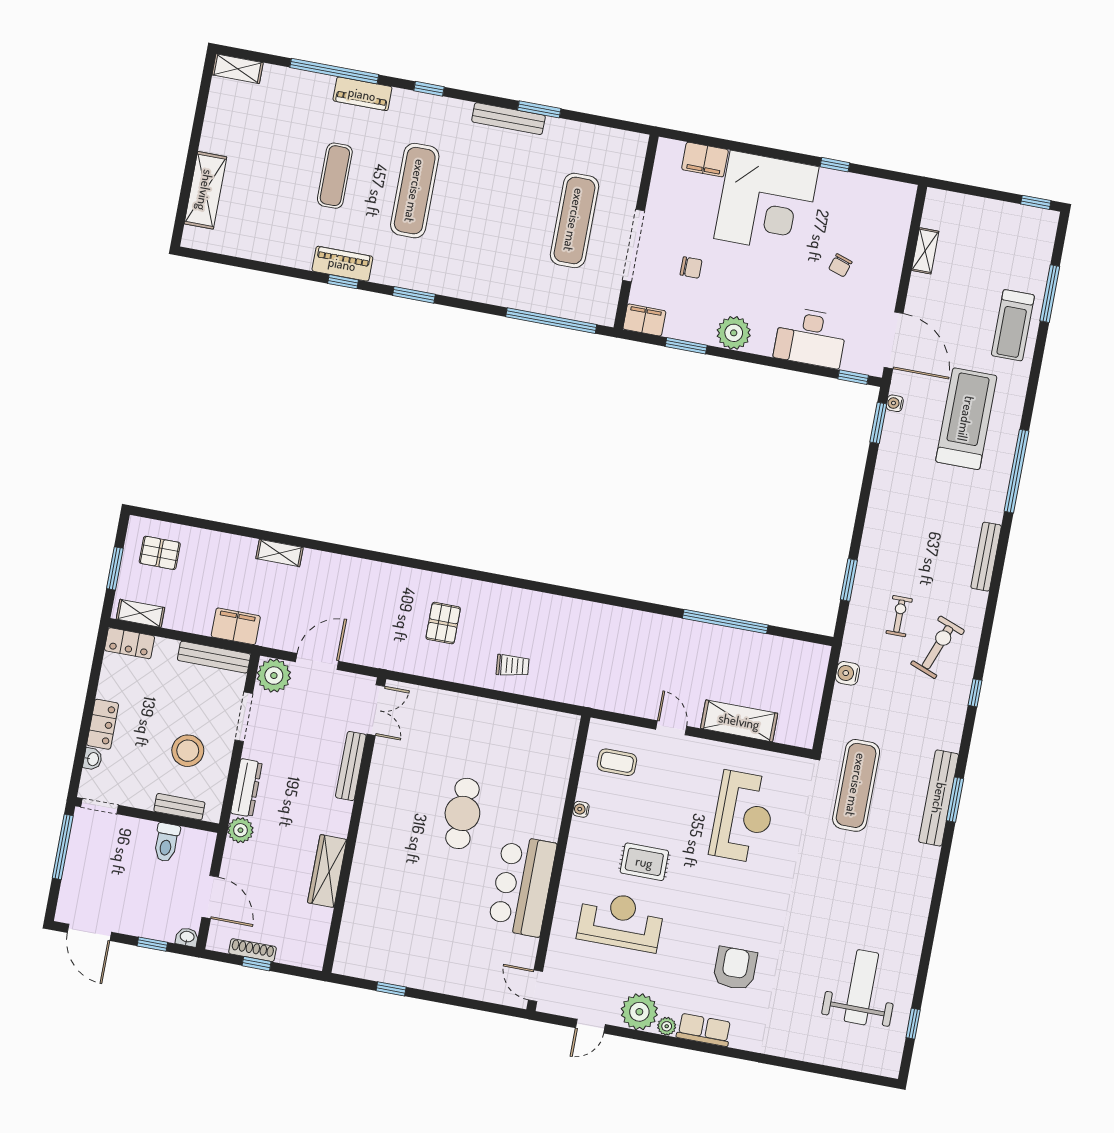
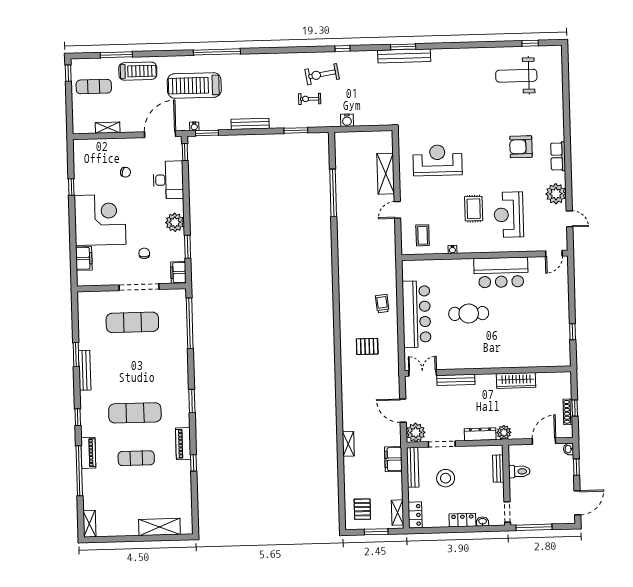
window: (343, 282) -> (194, 463), moved
bench: (986, 557) -> (250, 124), moved
exercise bike: (938, 647) -> (322, 74), turned -30
bar counter: (481, 722) -> (416, 314), added
stool: (188, 751) -> (446, 478), moved
exercise mat: (856, 785) -> (94, 87), moved, width x0.73, depth x0.69
plant: (667, 1026) -> (561, 177), removed

